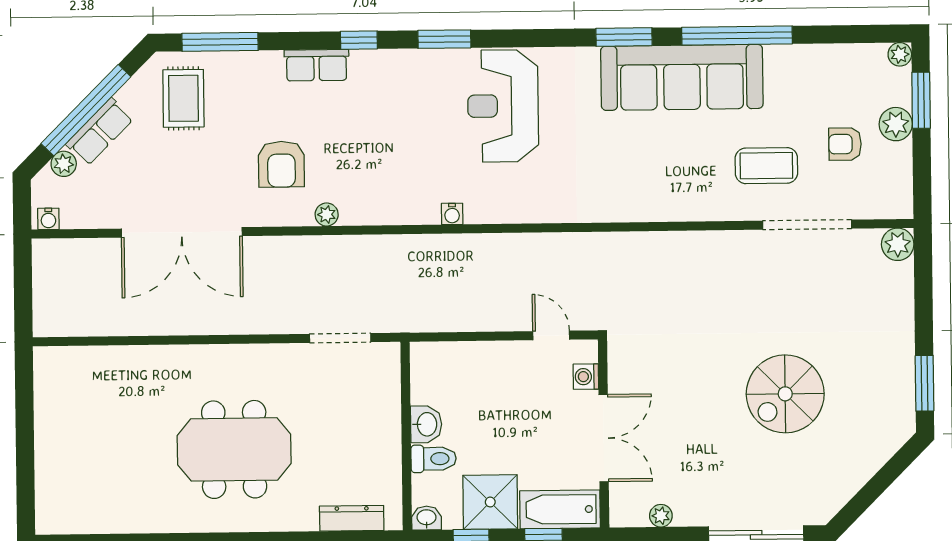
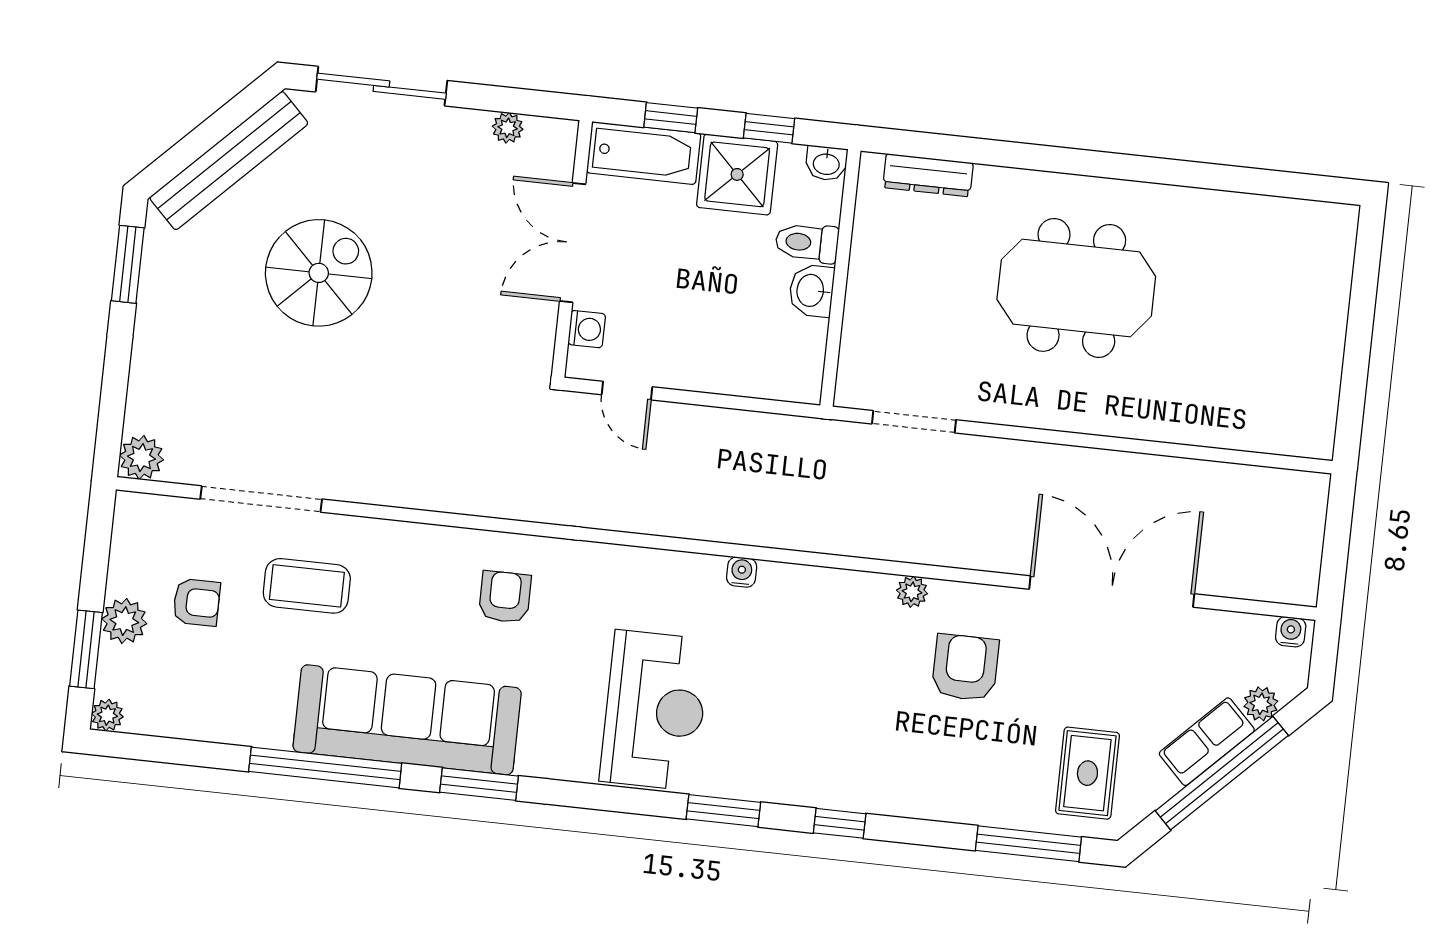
row of seats: (317, 65) -> (901, 796), removed
armchair: (622, 175) -> (505, 597), added
bench: (860, 467) -> (229, 161), added

